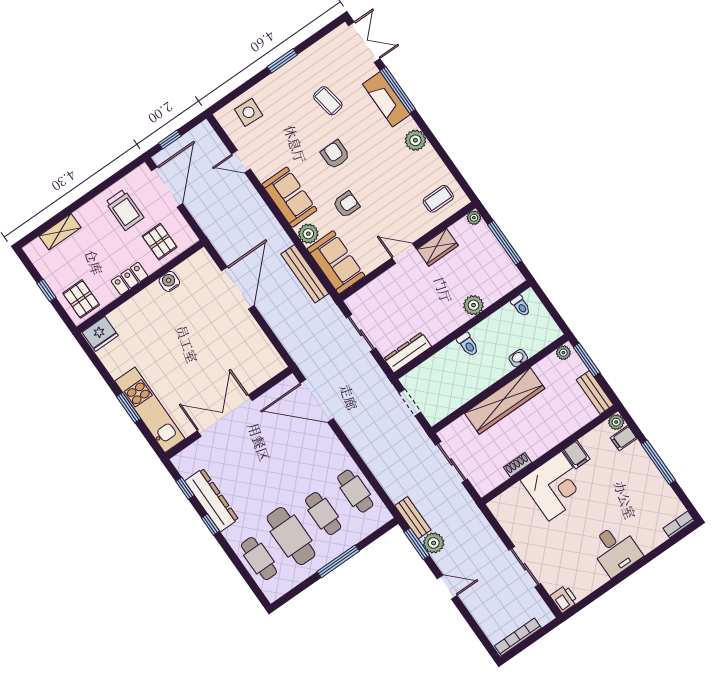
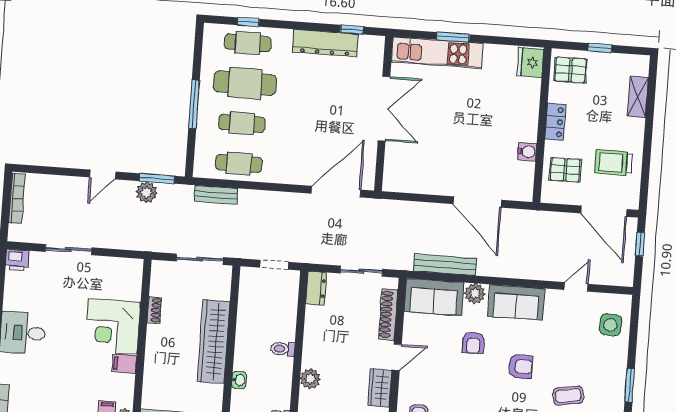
shoe rack: (377, 286) -> (388, 314), added
dresser: (408, 352) -> (316, 288), width x0.70
bench: (413, 518) -> (216, 195), moved
window: (210, 524) -> (248, 22), moved

